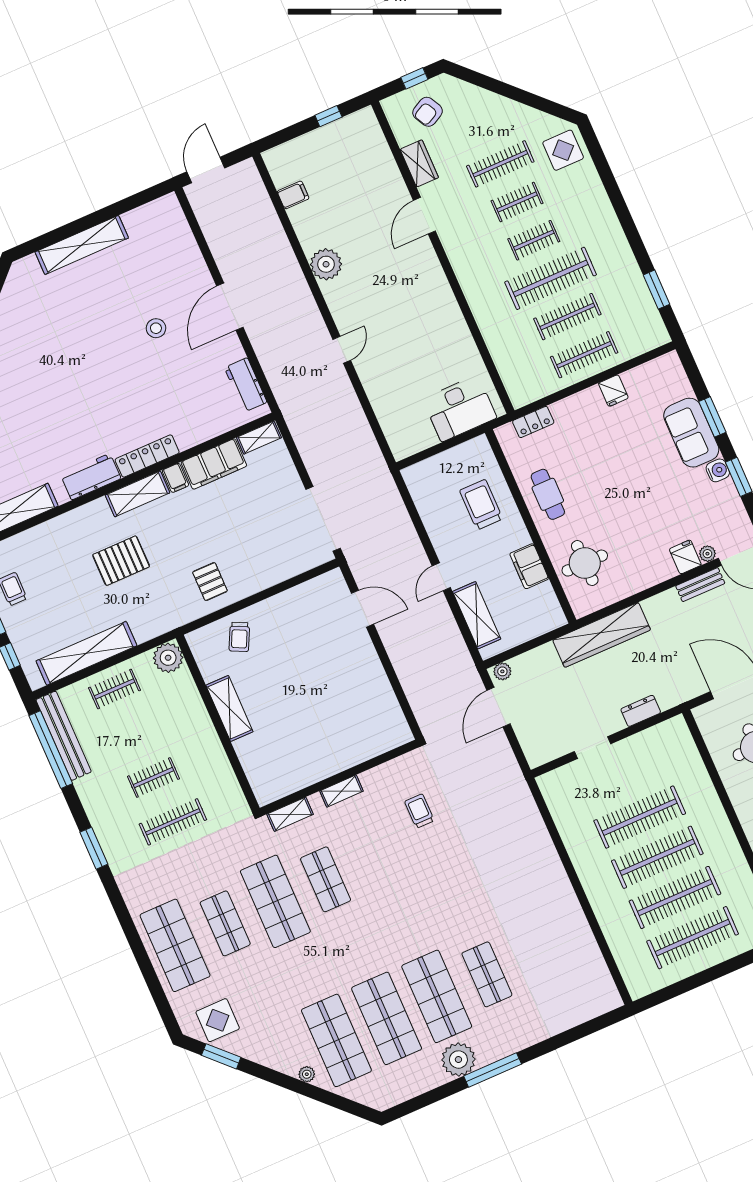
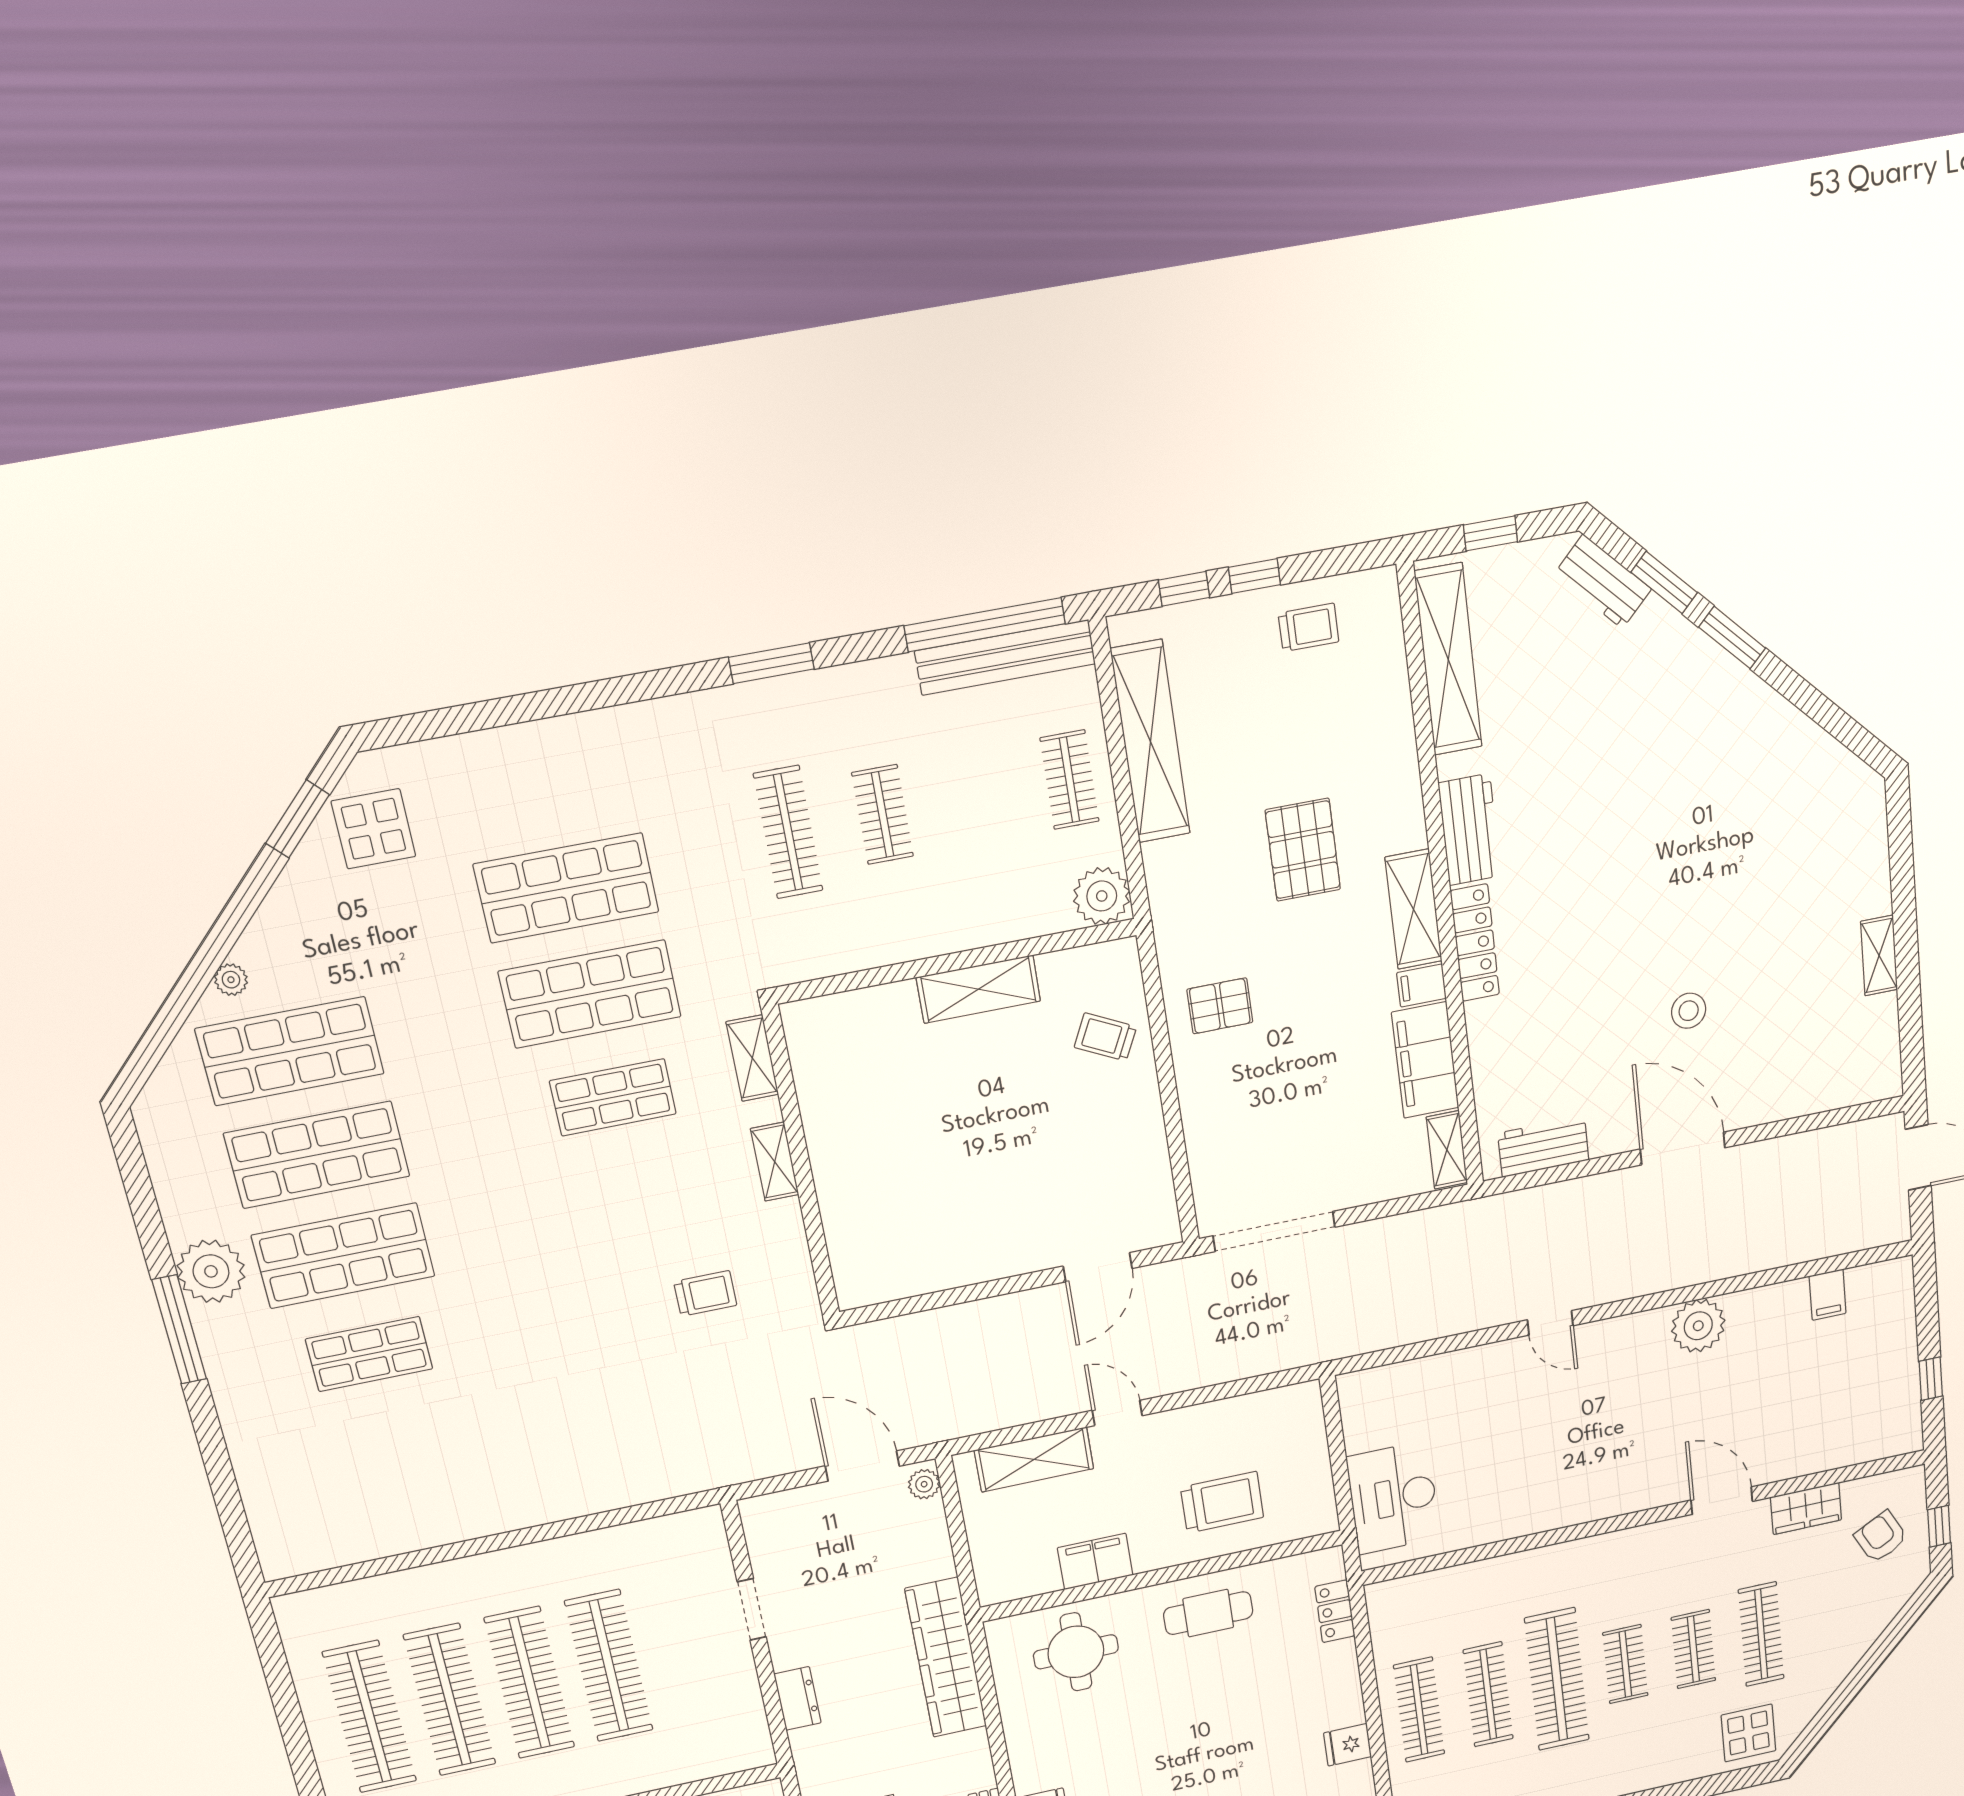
shelving: (82, 245) -> (1879, 956), width x0.45, depth x0.75
shop shelf: (225, 923) -> (566, 888), width x1.43, depth x1.36
shop shelf: (175, 945) -> (542, 779), removed

